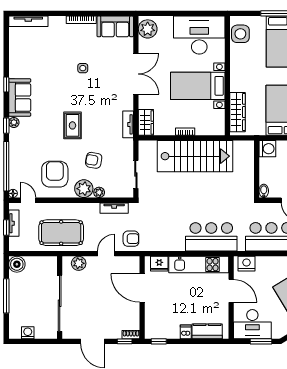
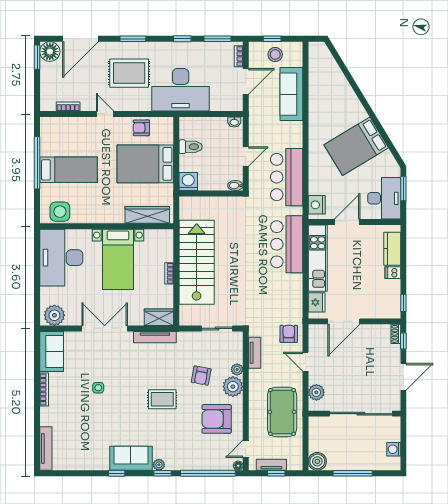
tv unit: (128, 124) -> (155, 337), width x1.41

